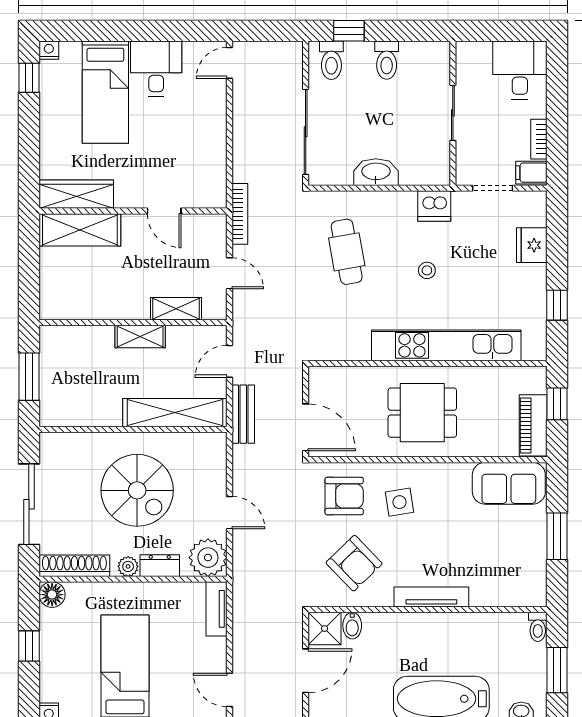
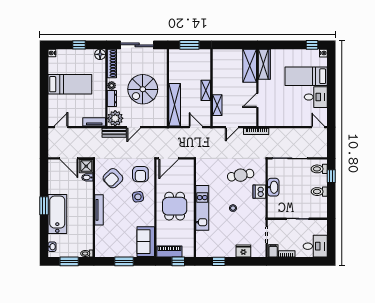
dishwasher: (434, 206) -> (259, 192), moved
kitchen unit: (446, 345) -> (202, 208), width x0.73
bench: (243, 414) -> (114, 133), moved

